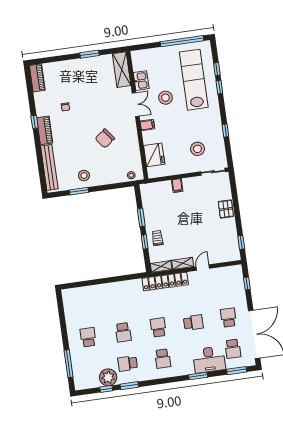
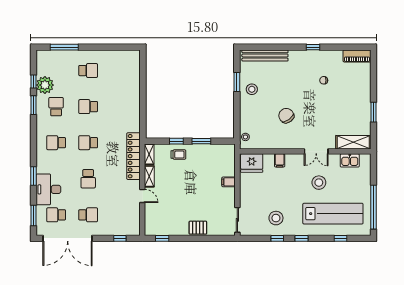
kitchen sink: (141, 81) -> (350, 160), moved
window: (219, 87) -> (301, 238), moved
filing cabinet: (147, 125) -> (280, 160), moved
piano: (45, 130) -> (303, 56), removed
stool: (197, 149) -> (276, 218), moved
fridge: (154, 155) -> (252, 163), moved
school desk: (158, 327) -> (88, 143), turned 180

